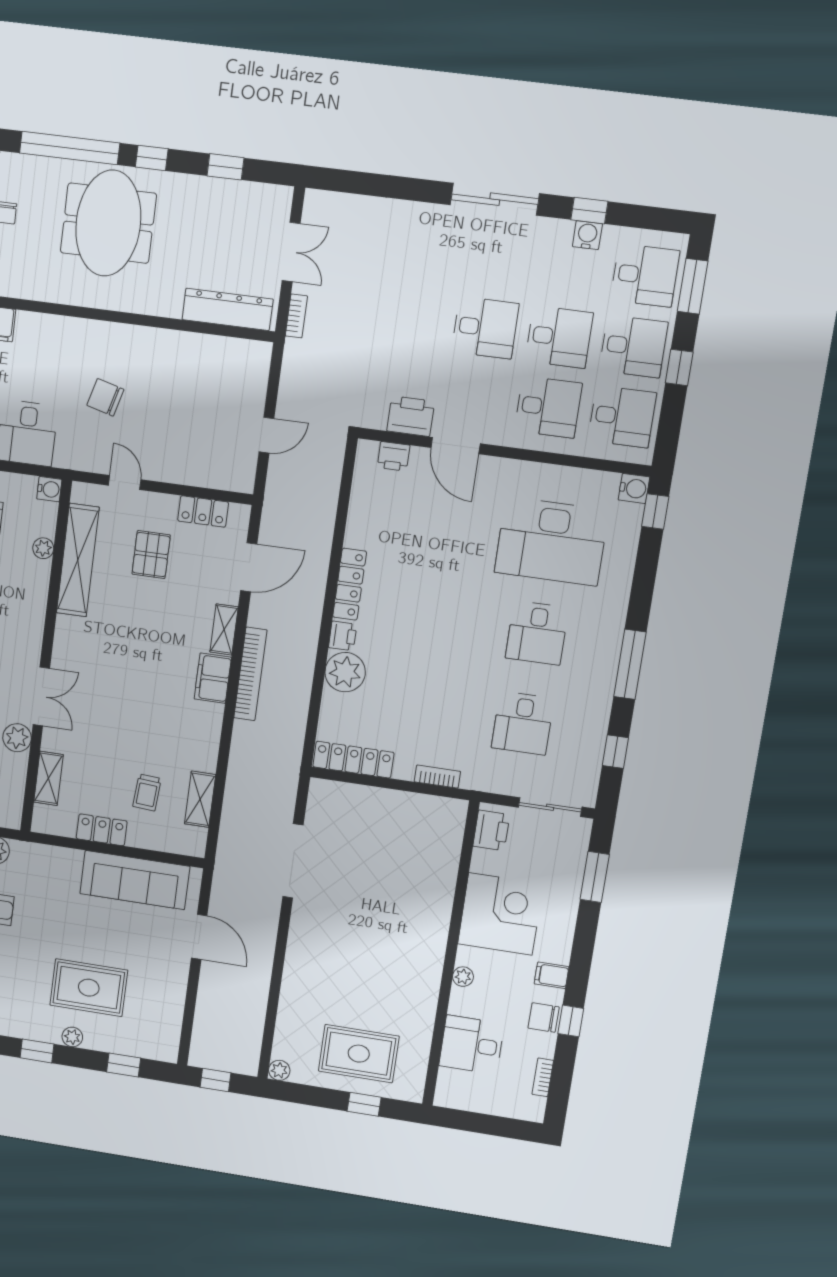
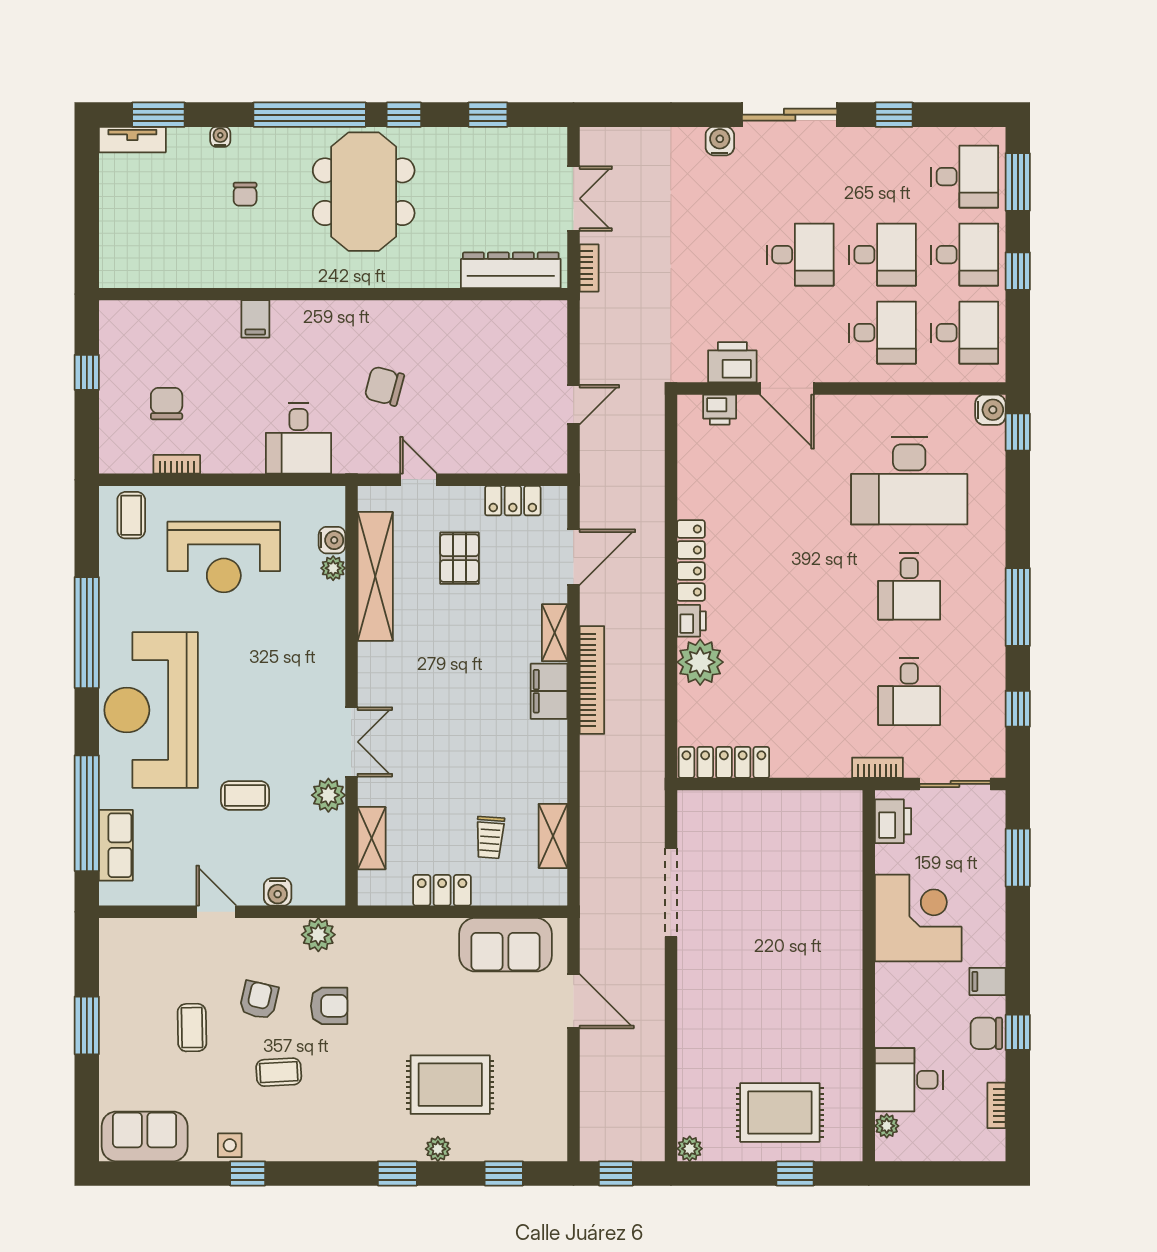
water cooler: (587, 235) -> (720, 141), moved
water cooler: (49, 489) -> (332, 540), moved
bookcase: (437, 777) -> (877, 768), moved
sofa: (135, 880) -> (506, 945), width x0.73
plant: (463, 977) -> (887, 1126), moved

